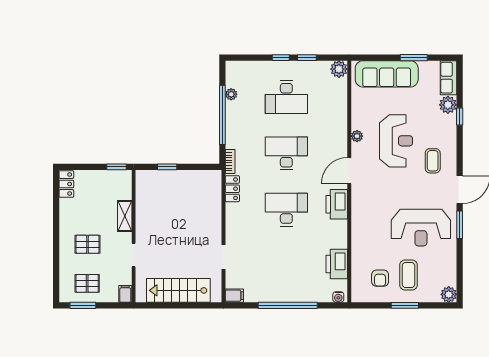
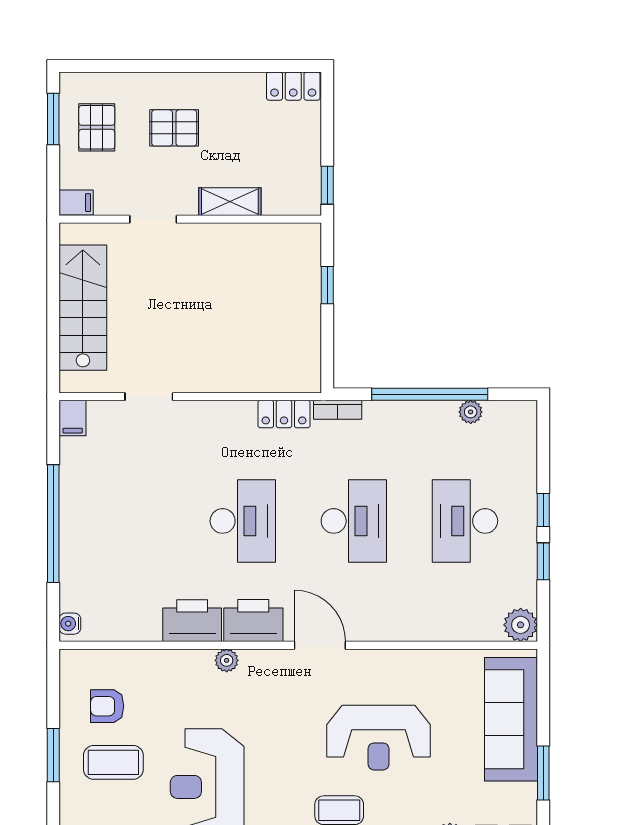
plant: (357, 136) -> (227, 660), moved
pallet: (87, 244) -> (174, 128), turned 90
printer: (337, 264) -> (192, 621), moved

